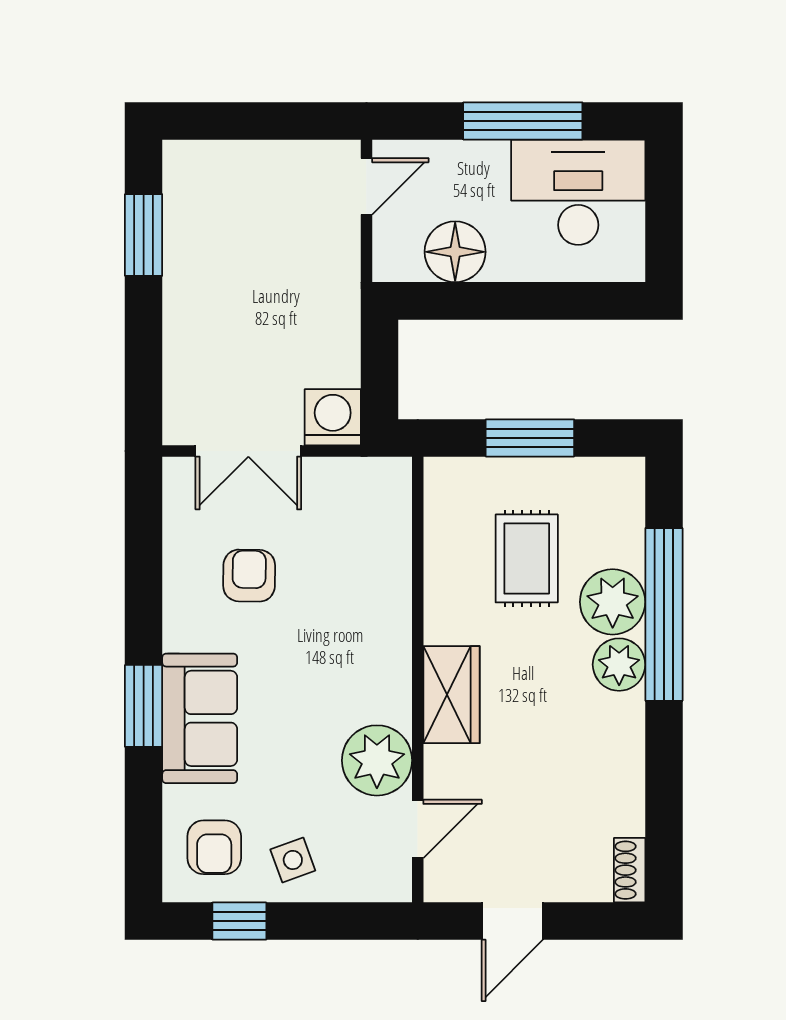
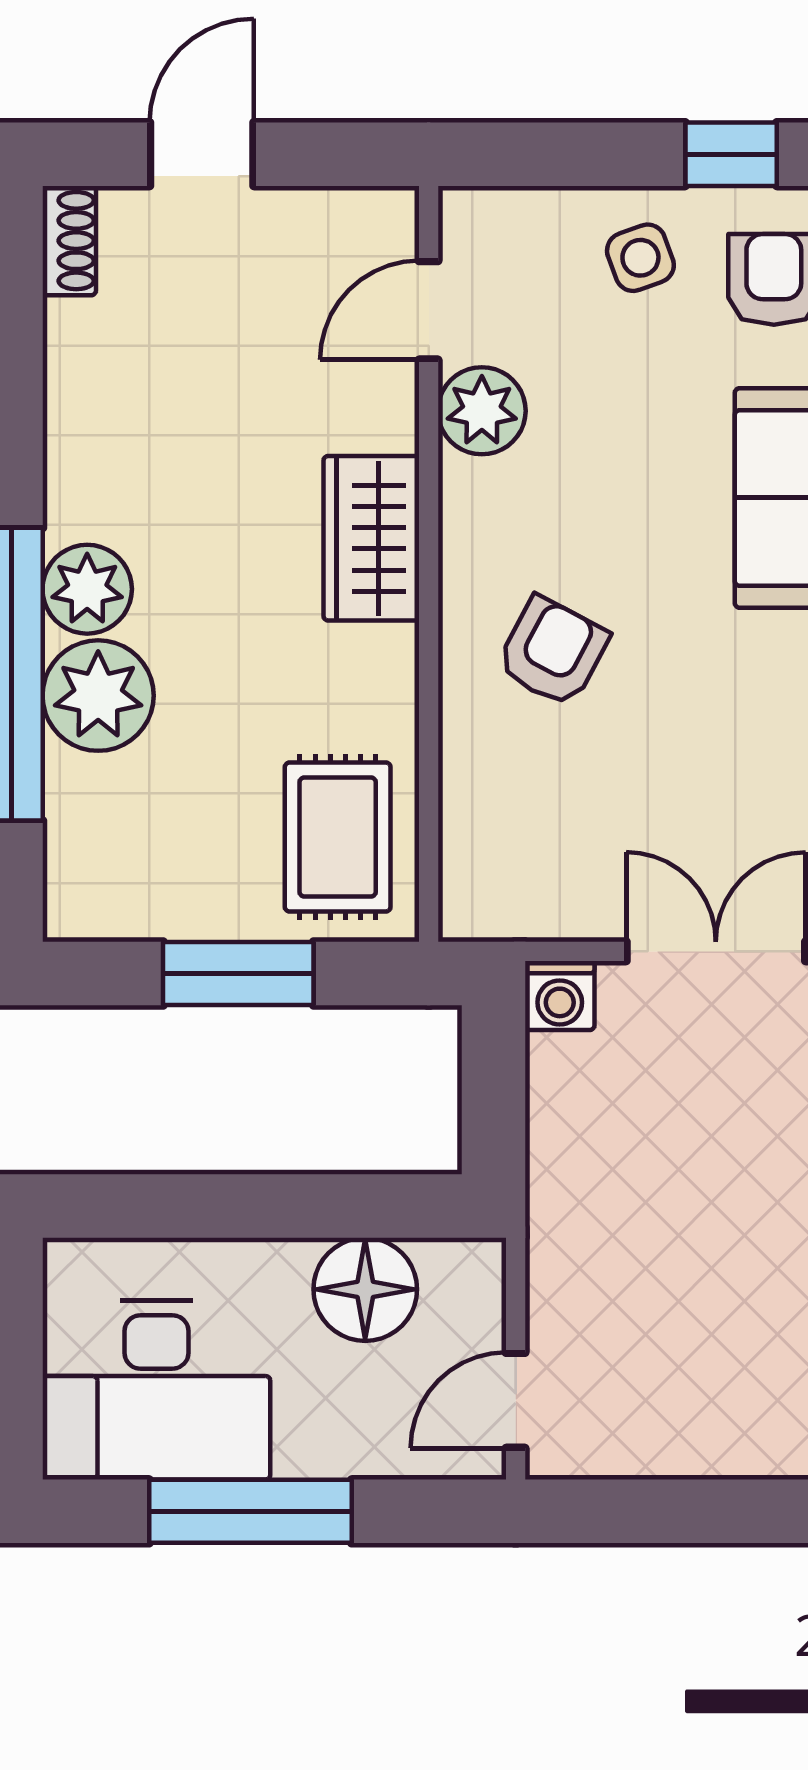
washing machine: (333, 417) -> (560, 995), width x0.73, depth x0.73
rug: (527, 558) -> (338, 837), moved
armchair: (249, 576) -> (553, 652), moved, turned -153
plant: (377, 760) -> (482, 411), width x0.73, depth x0.73
door: (512, 921) -> (202, 154), moved

